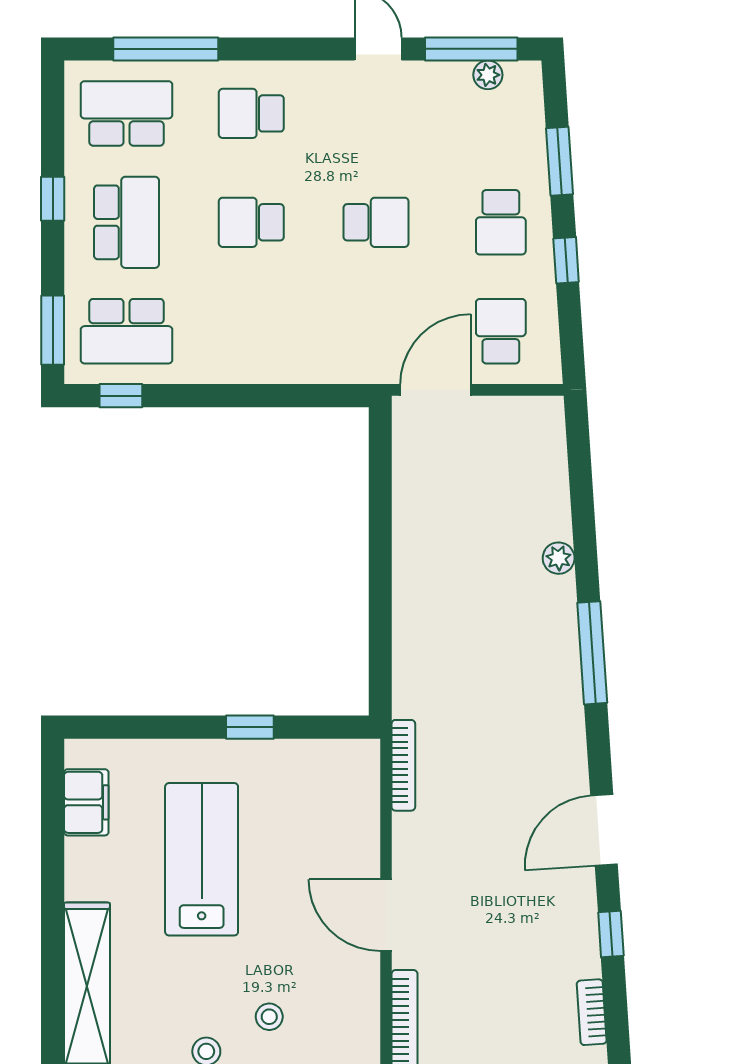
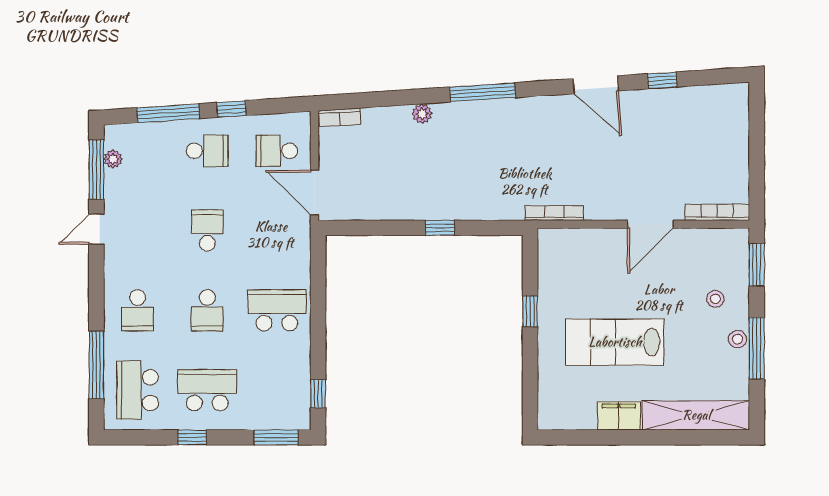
window: (560, 161) -> (168, 113), width x1.44
school desk: (127, 331) -> (277, 310), moved, turned -90
window: (380, 586) -> (440, 228), added
filing cabinet: (86, 802) -> (619, 416), moved
bookcase: (592, 1012) -> (340, 117), moved

